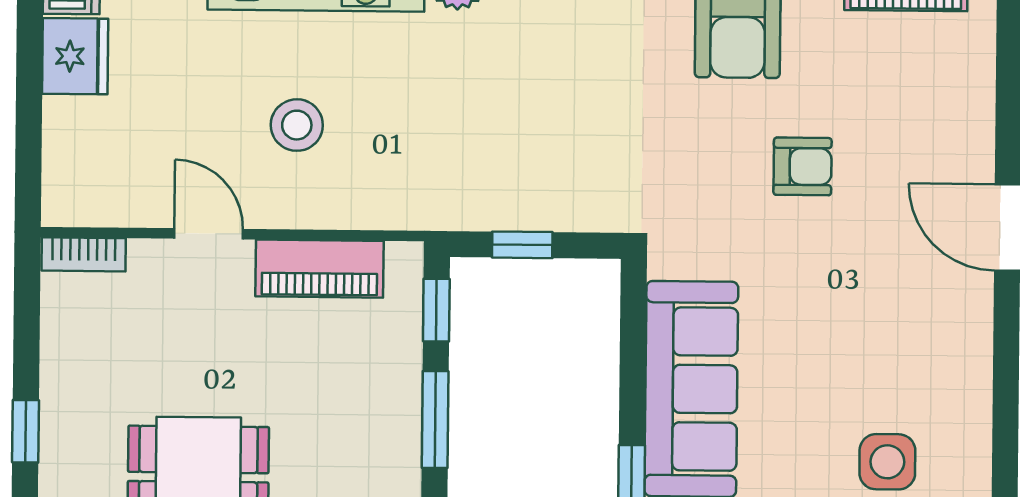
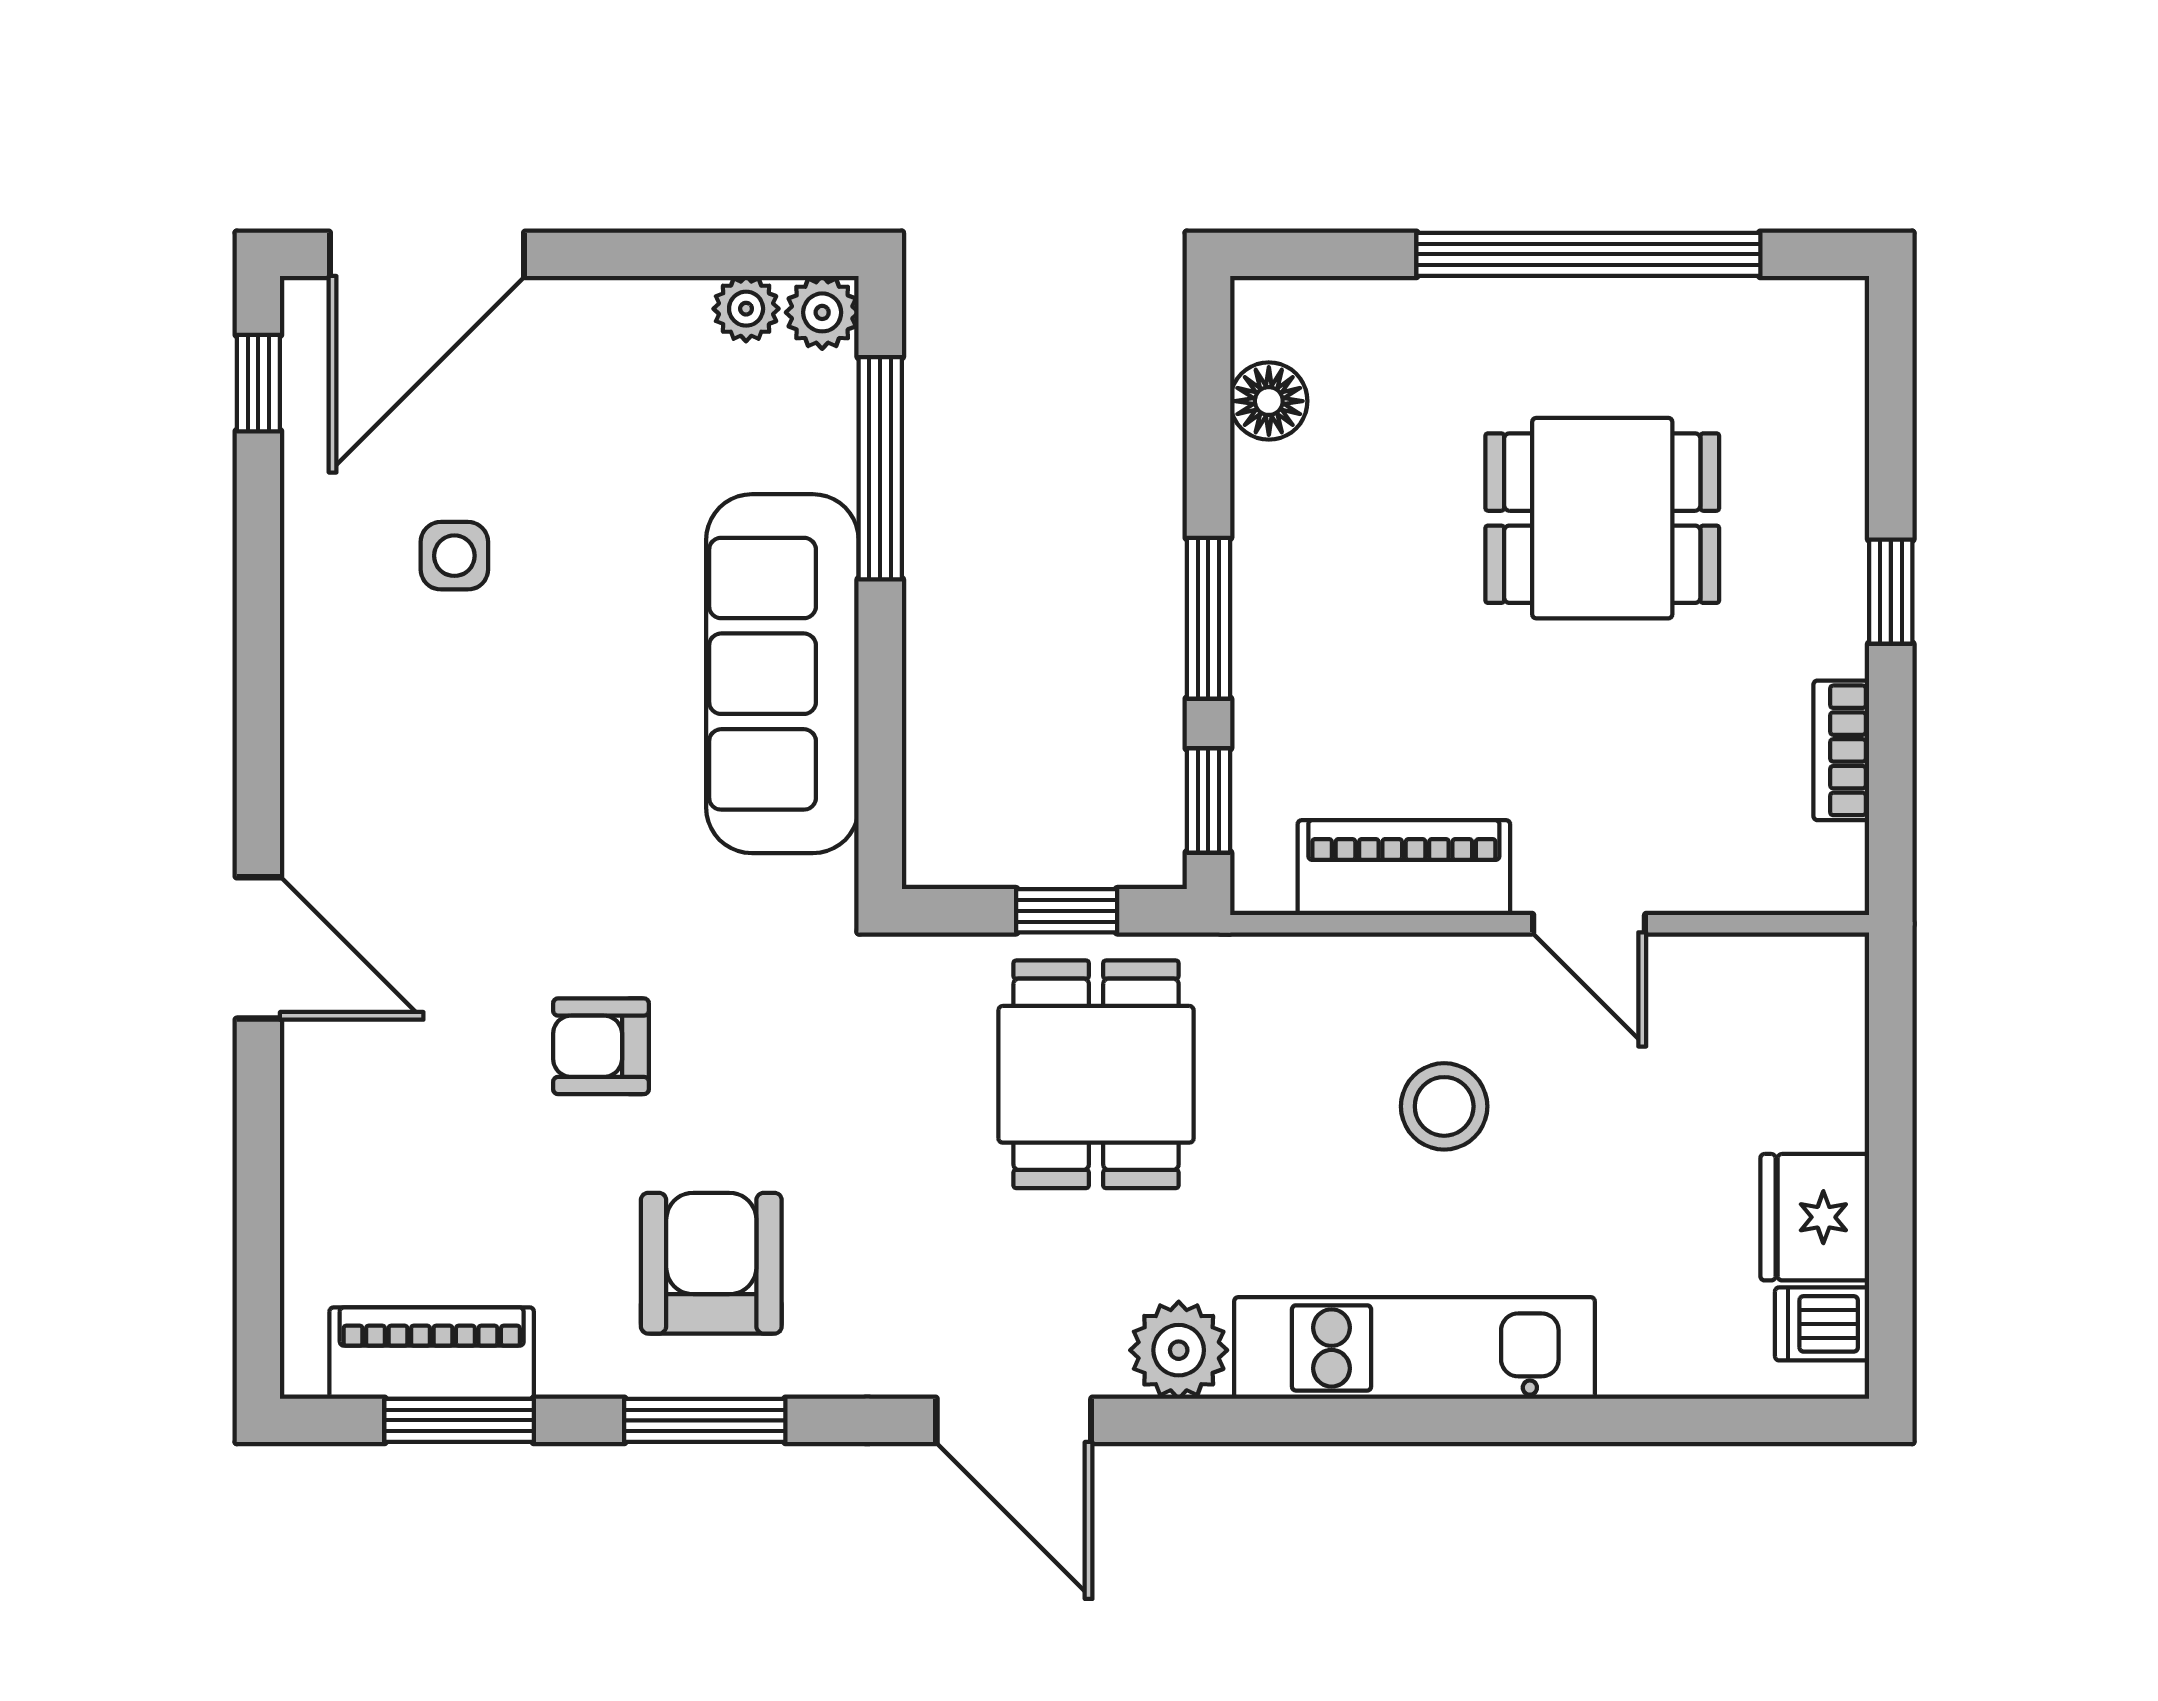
dining table: (506, 147) -> (1096, 1074), added
bookcase: (84, 254) -> (1841, 750), moved, turned -90
side table: (887, 462) -> (454, 556), width x0.73, depth x0.73

